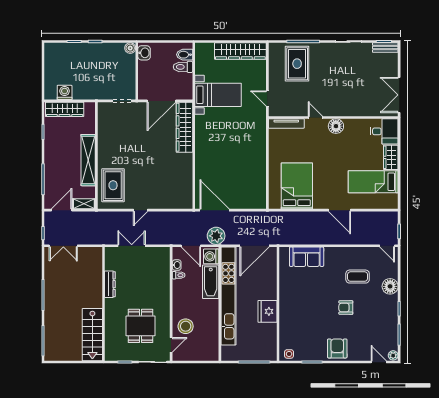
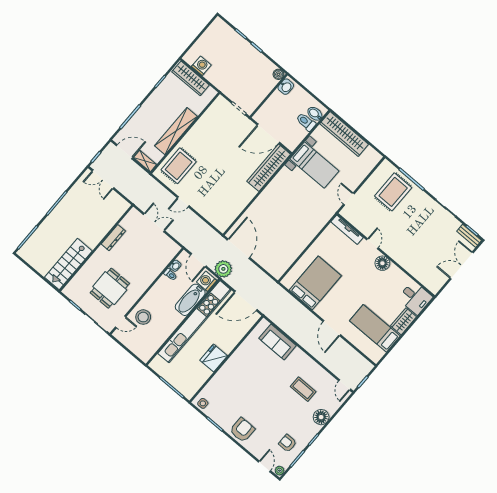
wardrobe: (240, 51) -> (344, 134), moved
double door: (399, 95) -> (462, 266), moved
armchair: (346, 308) -> (288, 443), moved

